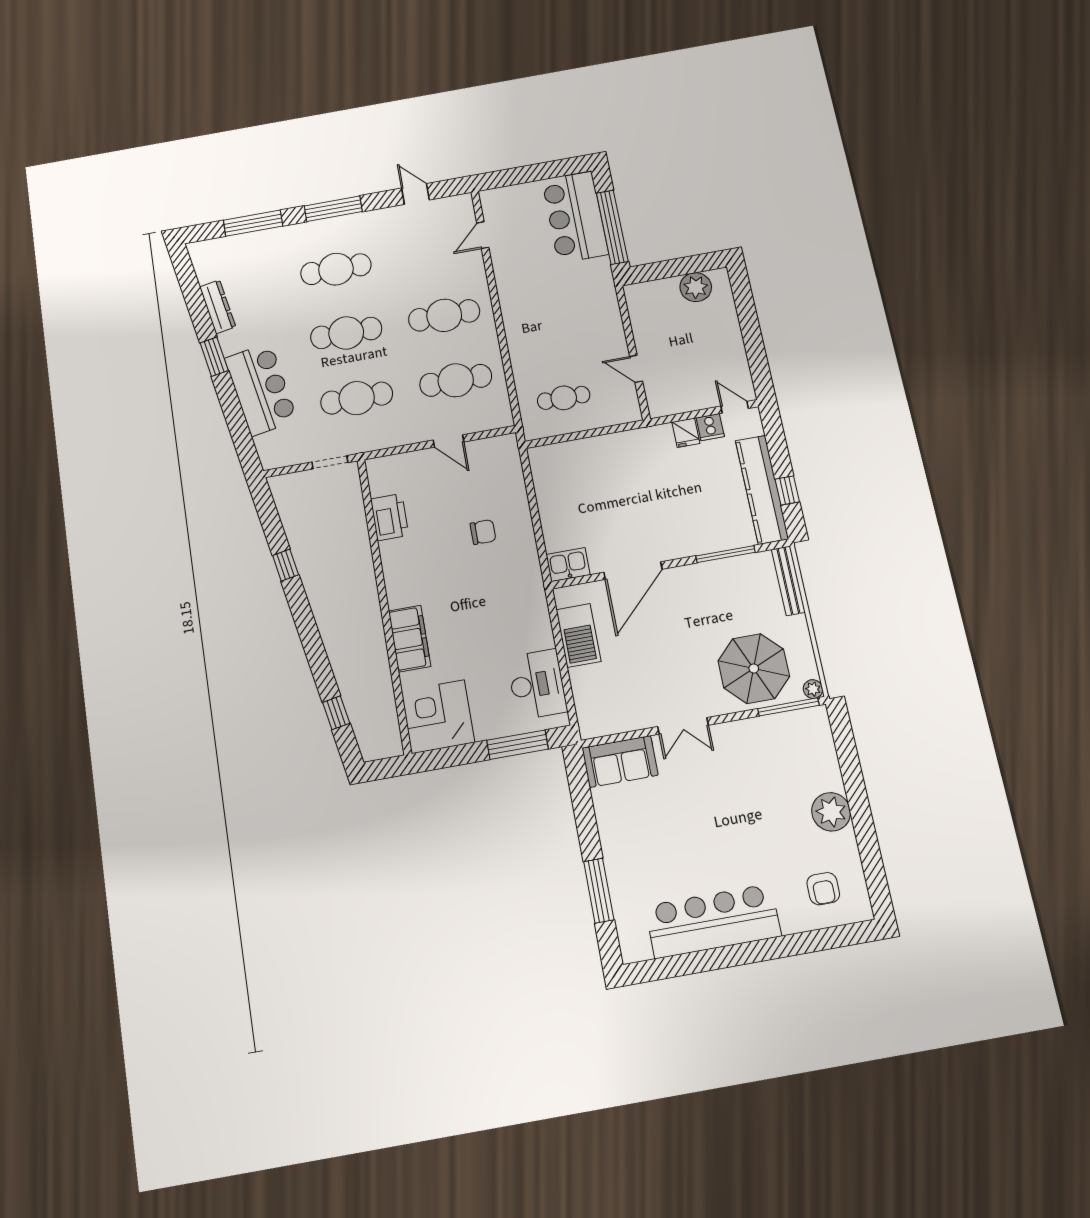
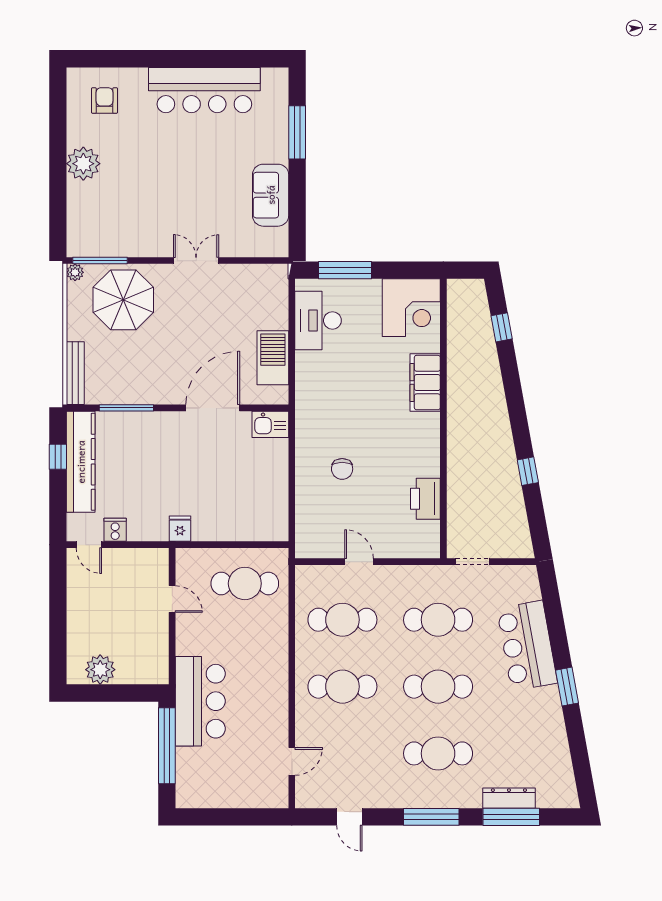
bar counter: (575, 217) -> (200, 701), moved
dresser: (218, 307) -> (509, 798), moved, turned 100
cafe table: (564, 398) -> (245, 583), width x1.37, depth x1.35
fridge: (686, 433) -> (180, 529), moved
chair: (483, 532) -> (342, 469), turned -90
sofa: (620, 761) -> (271, 195), moved, turned -90

